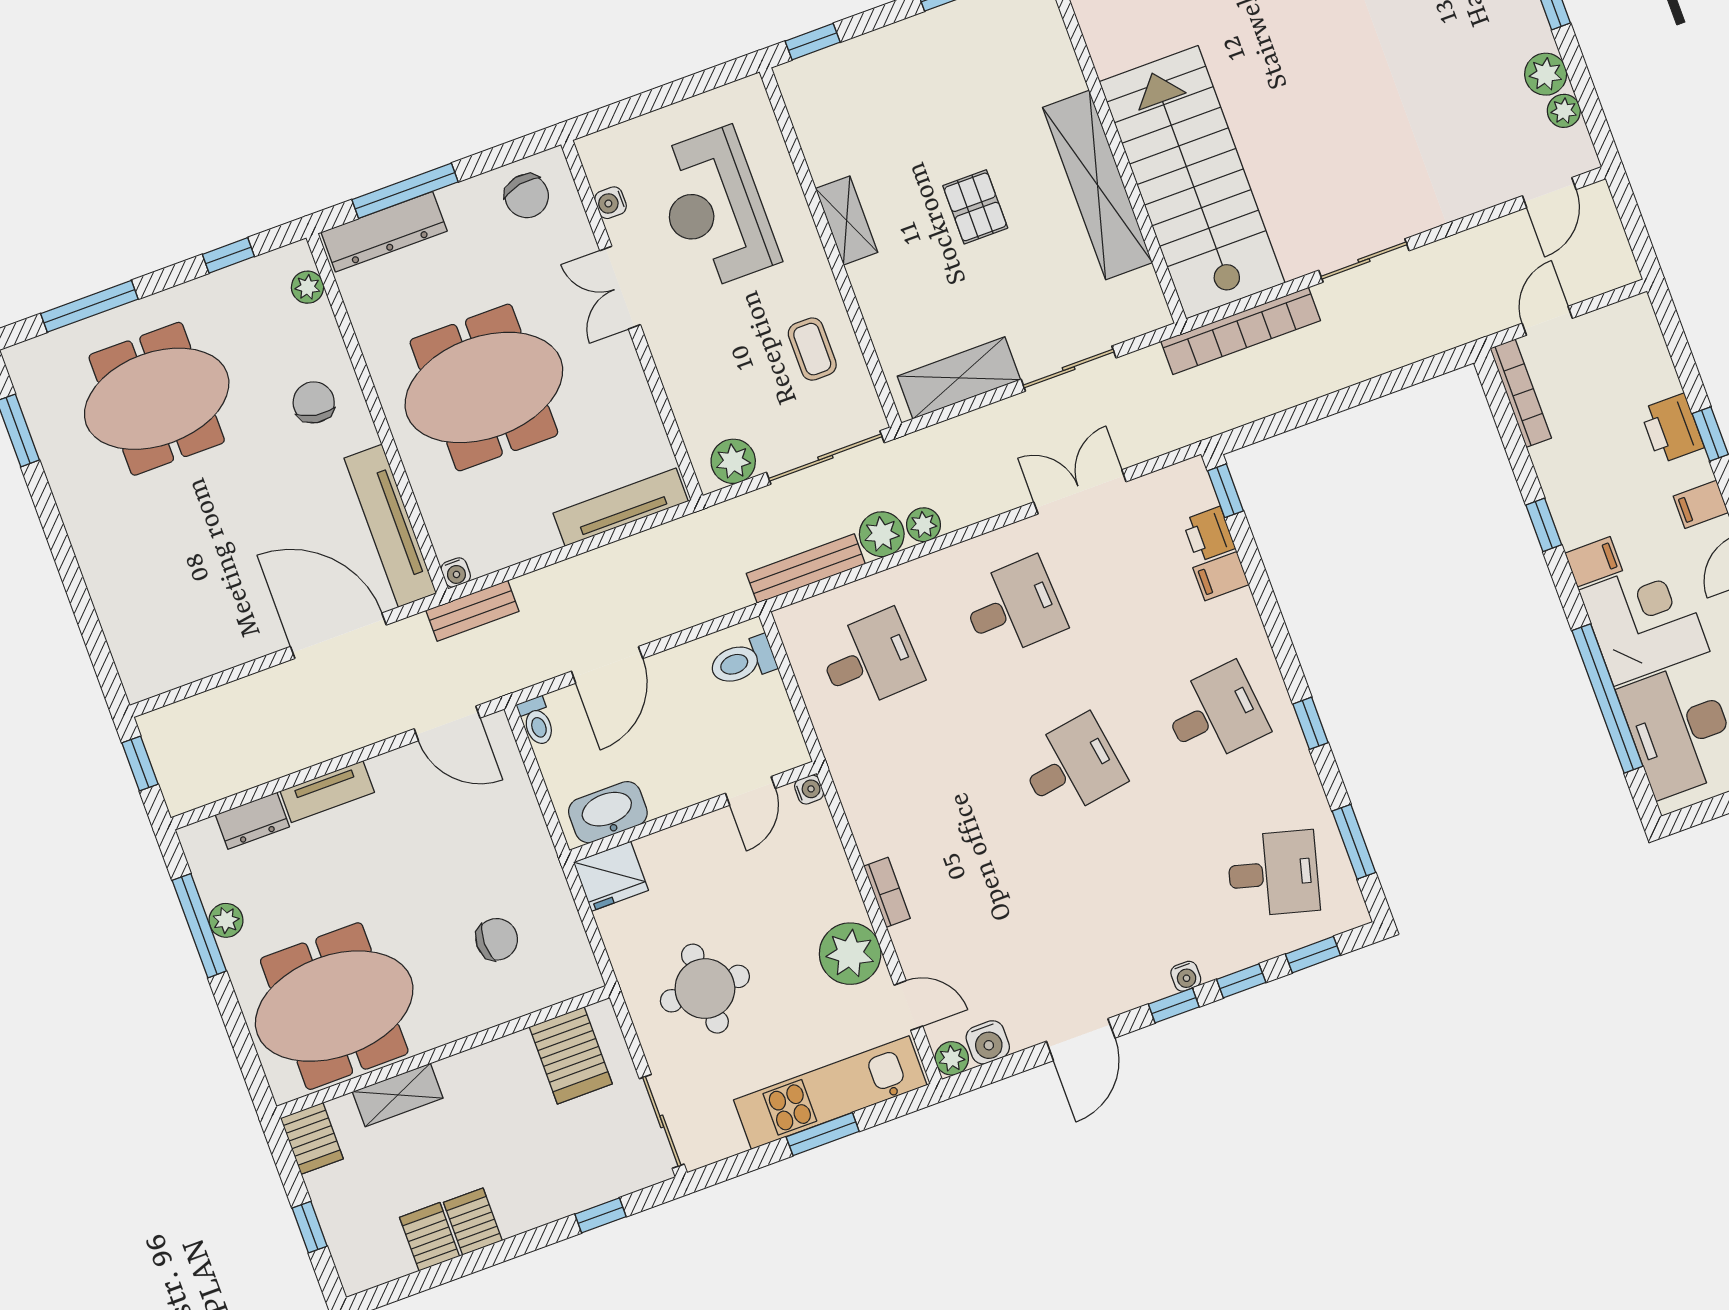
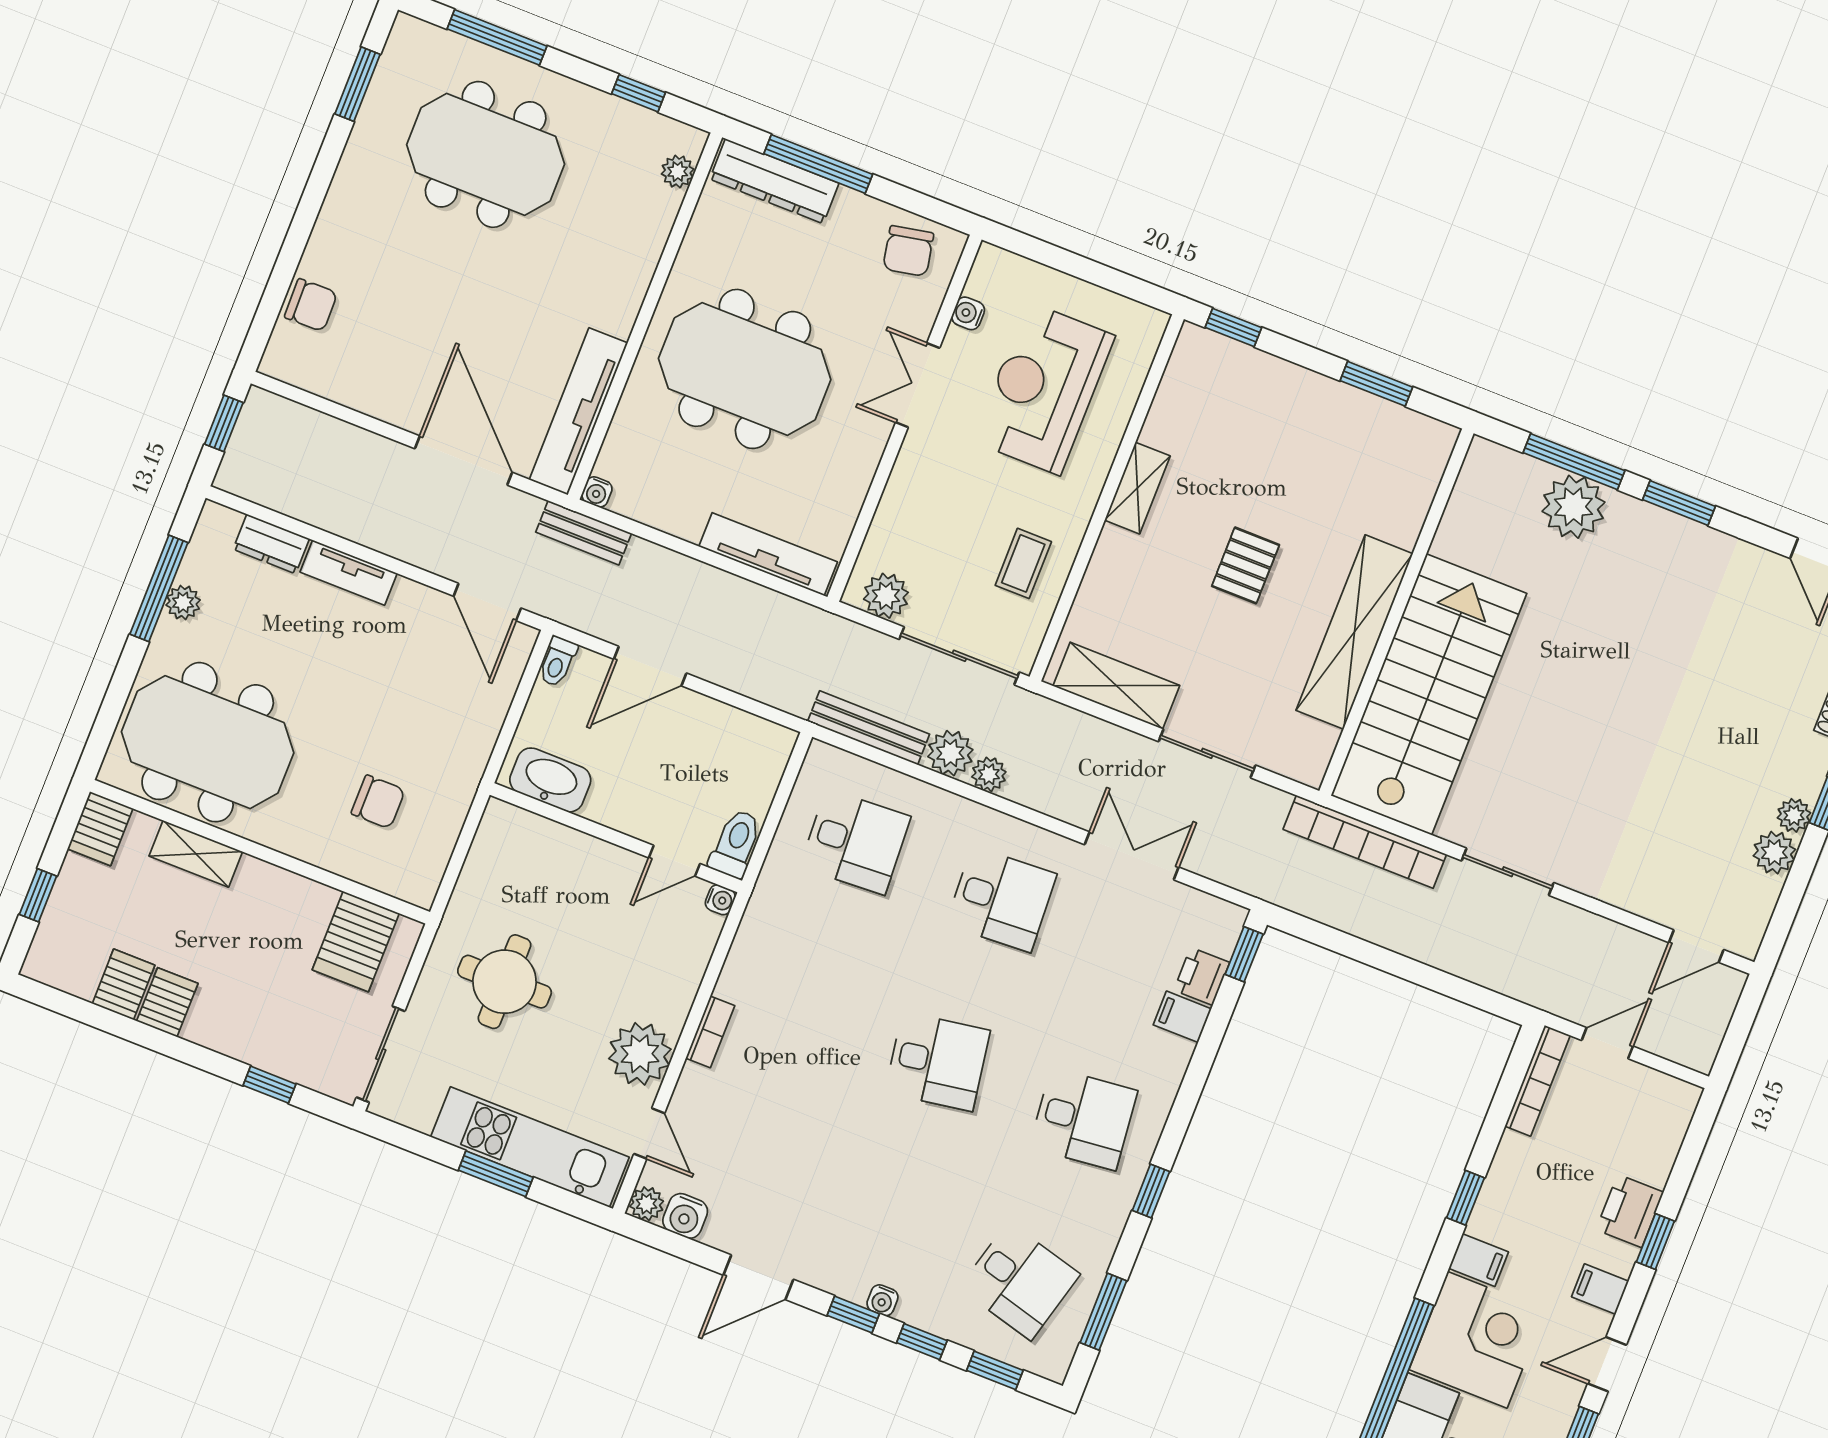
plant: (1564, 111) -> (1794, 815), moved
chair: (314, 402) -> (311, 305), moved, turned 79
toilet: (742, 661) -> (736, 844), moved, turned 90
fridge: (611, 876) -> (509, 831), removed

